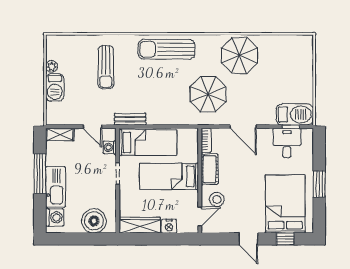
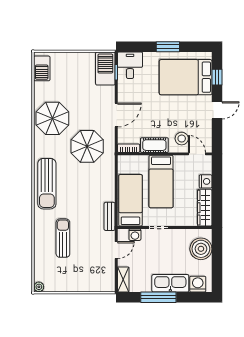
plant: (52, 66) -> (39, 287), moved
sun lounger: (106, 67) -> (63, 238), turned -90
barbecue: (55, 87) -> (42, 68), moved, turned 90
desk: (287, 143) -> (130, 65), moved, turned 90

